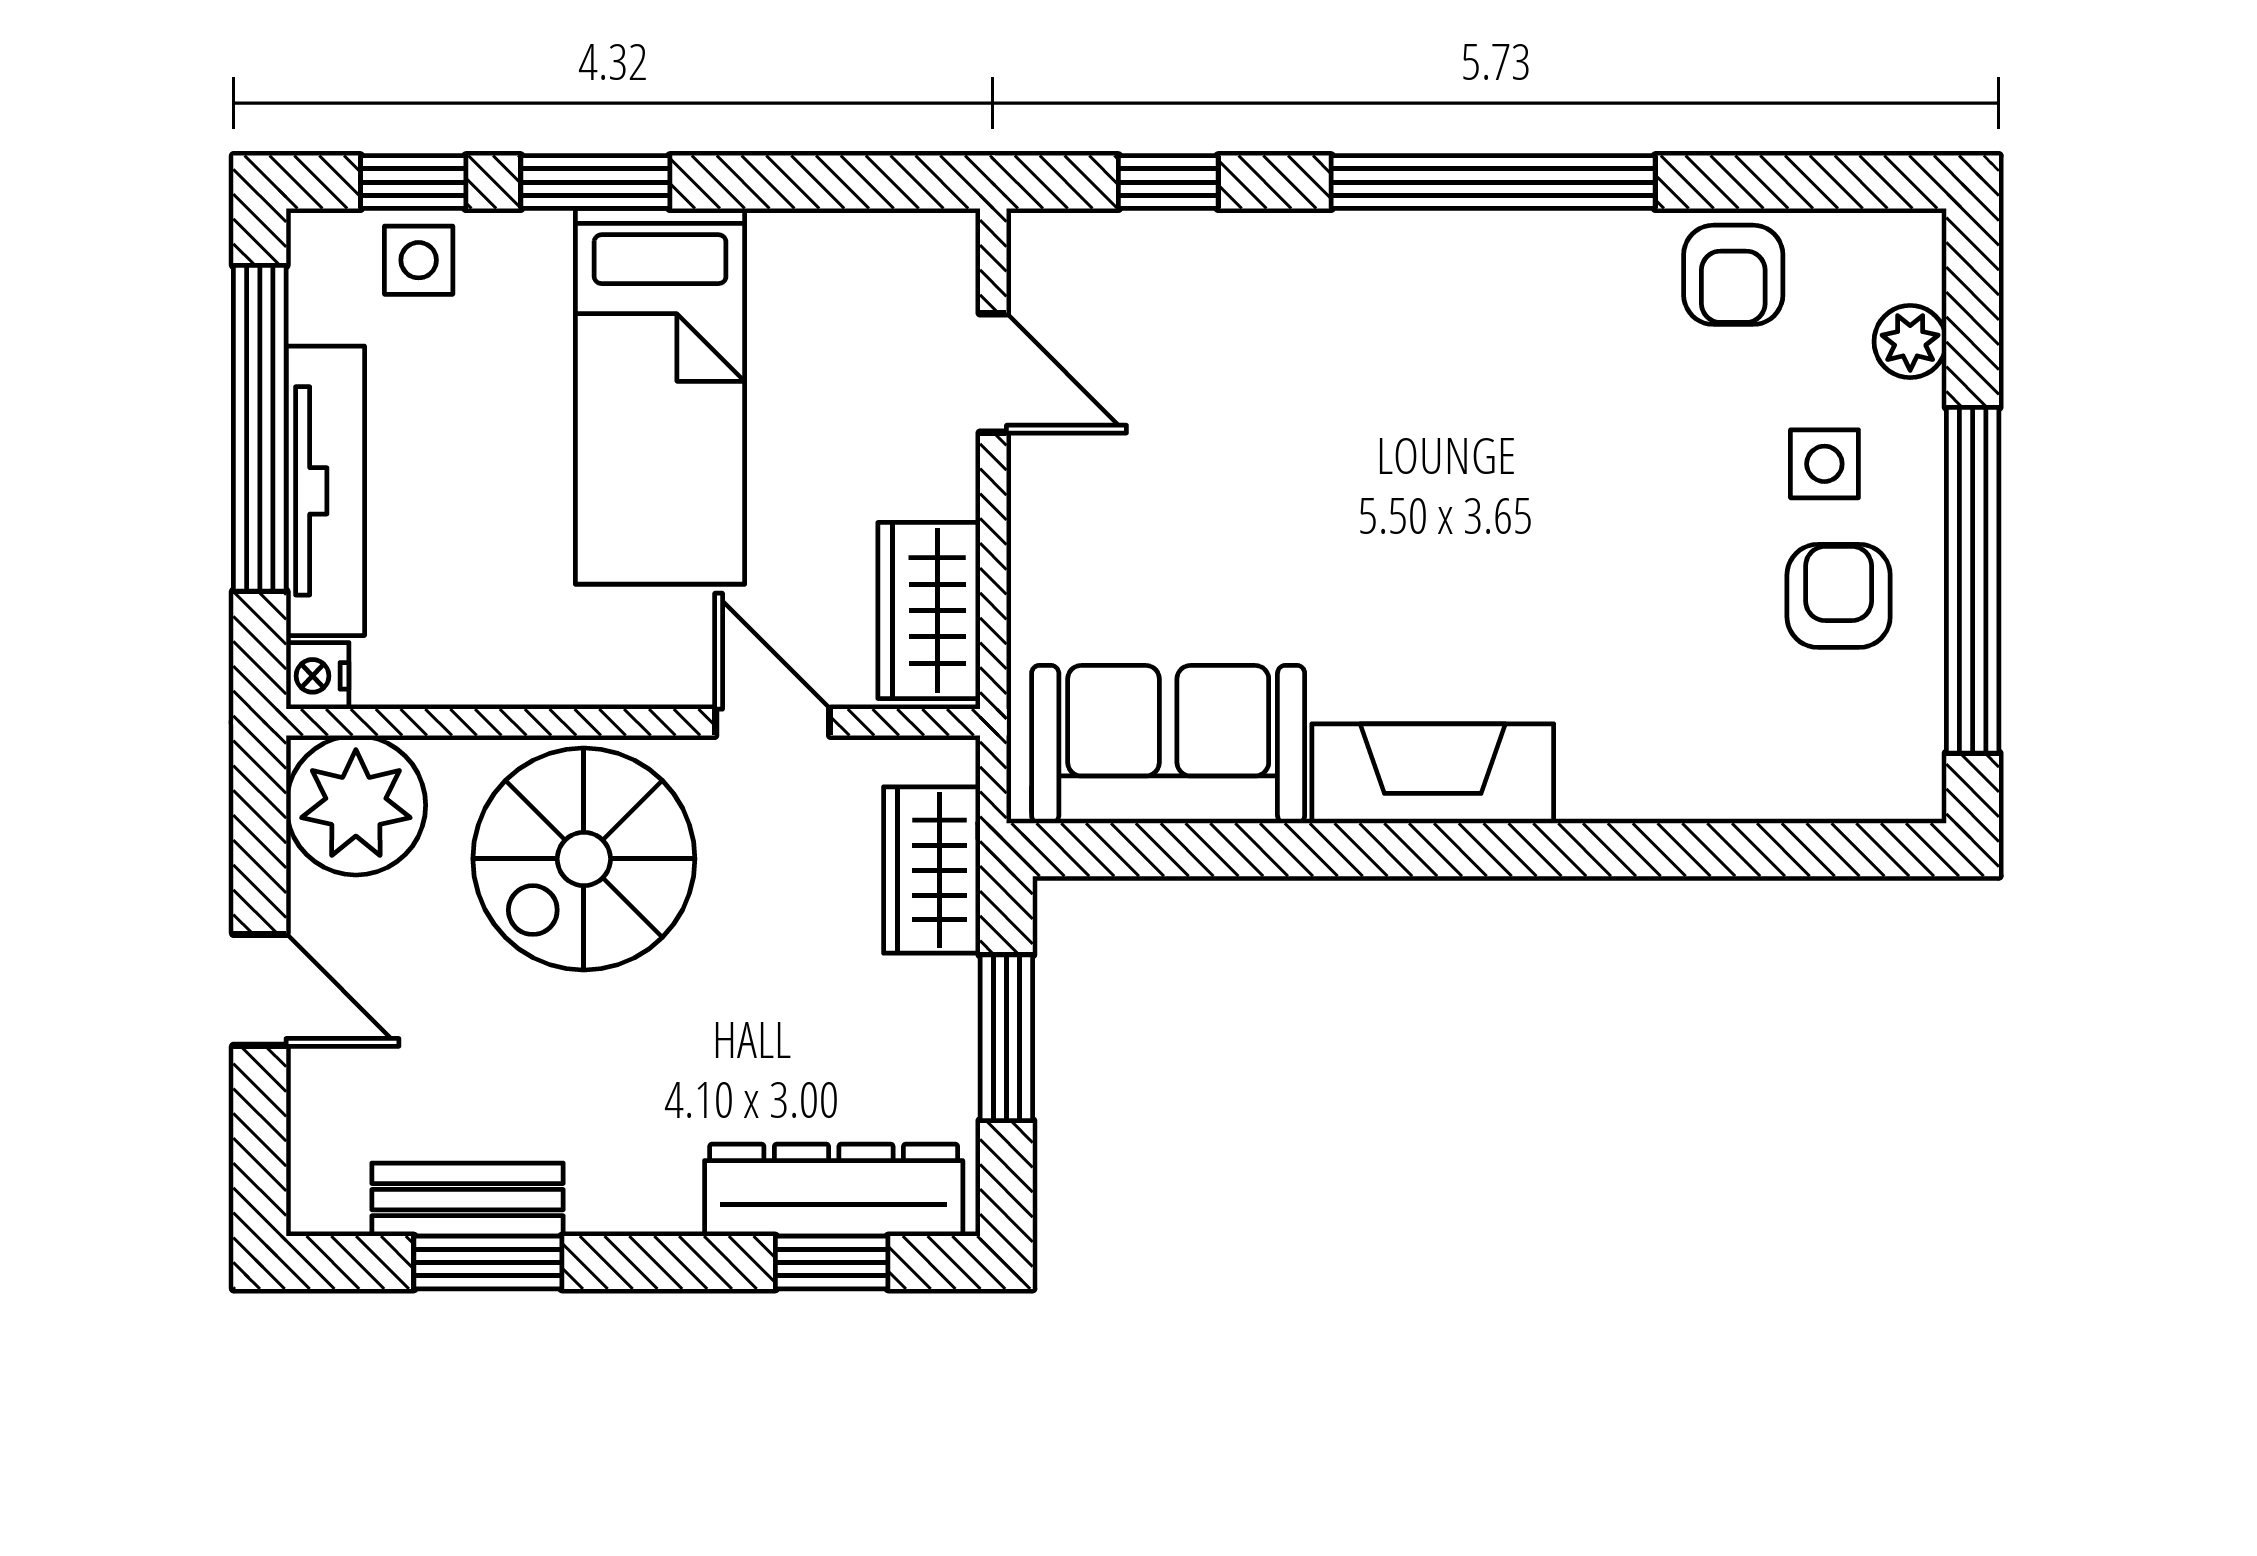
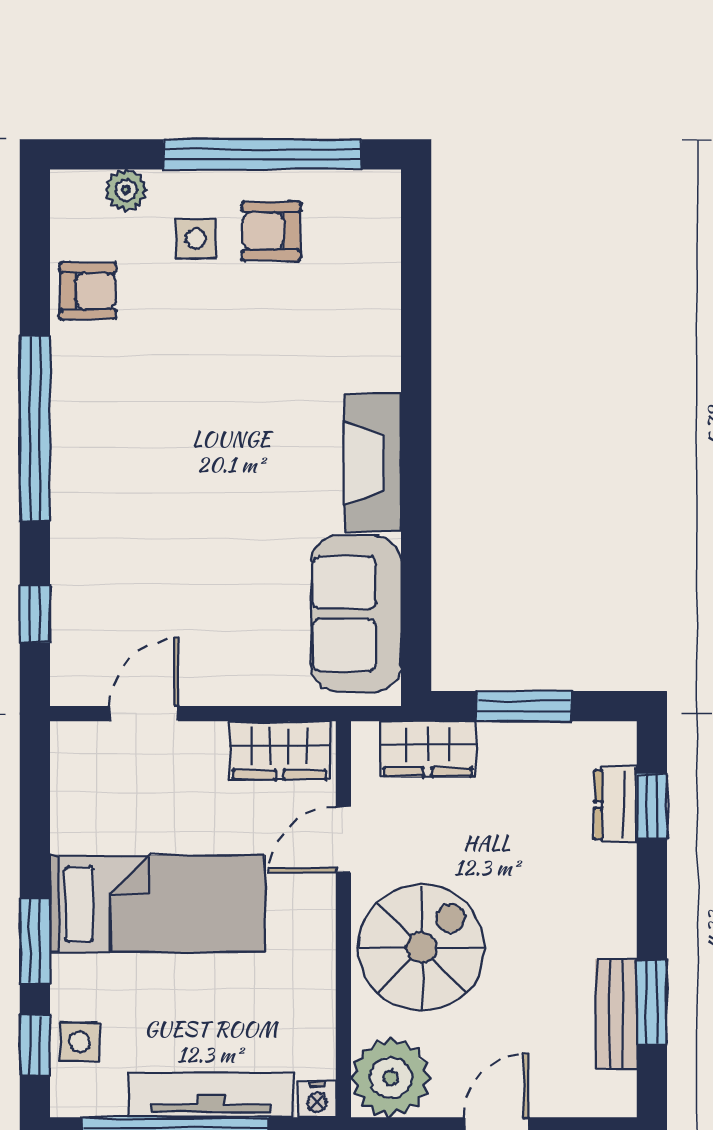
spiral stairs: (584, 859) -> (421, 947), turned -90
dresser: (834, 1190) -> (616, 805), width x0.51, depth x0.80

